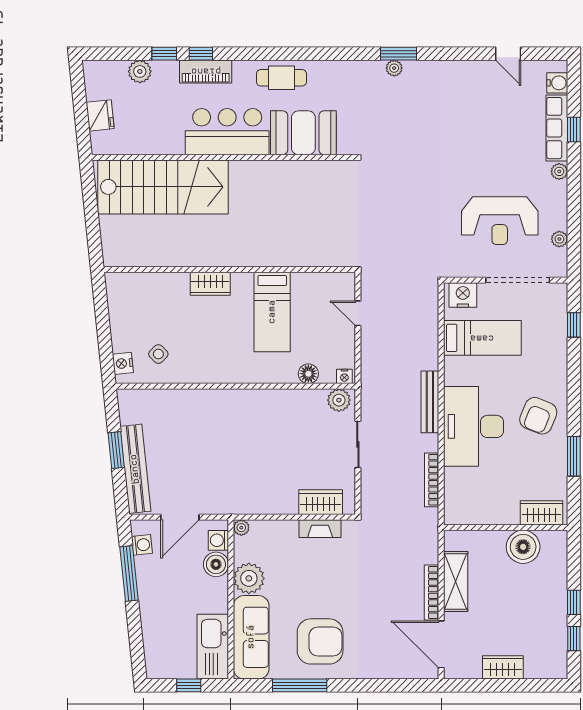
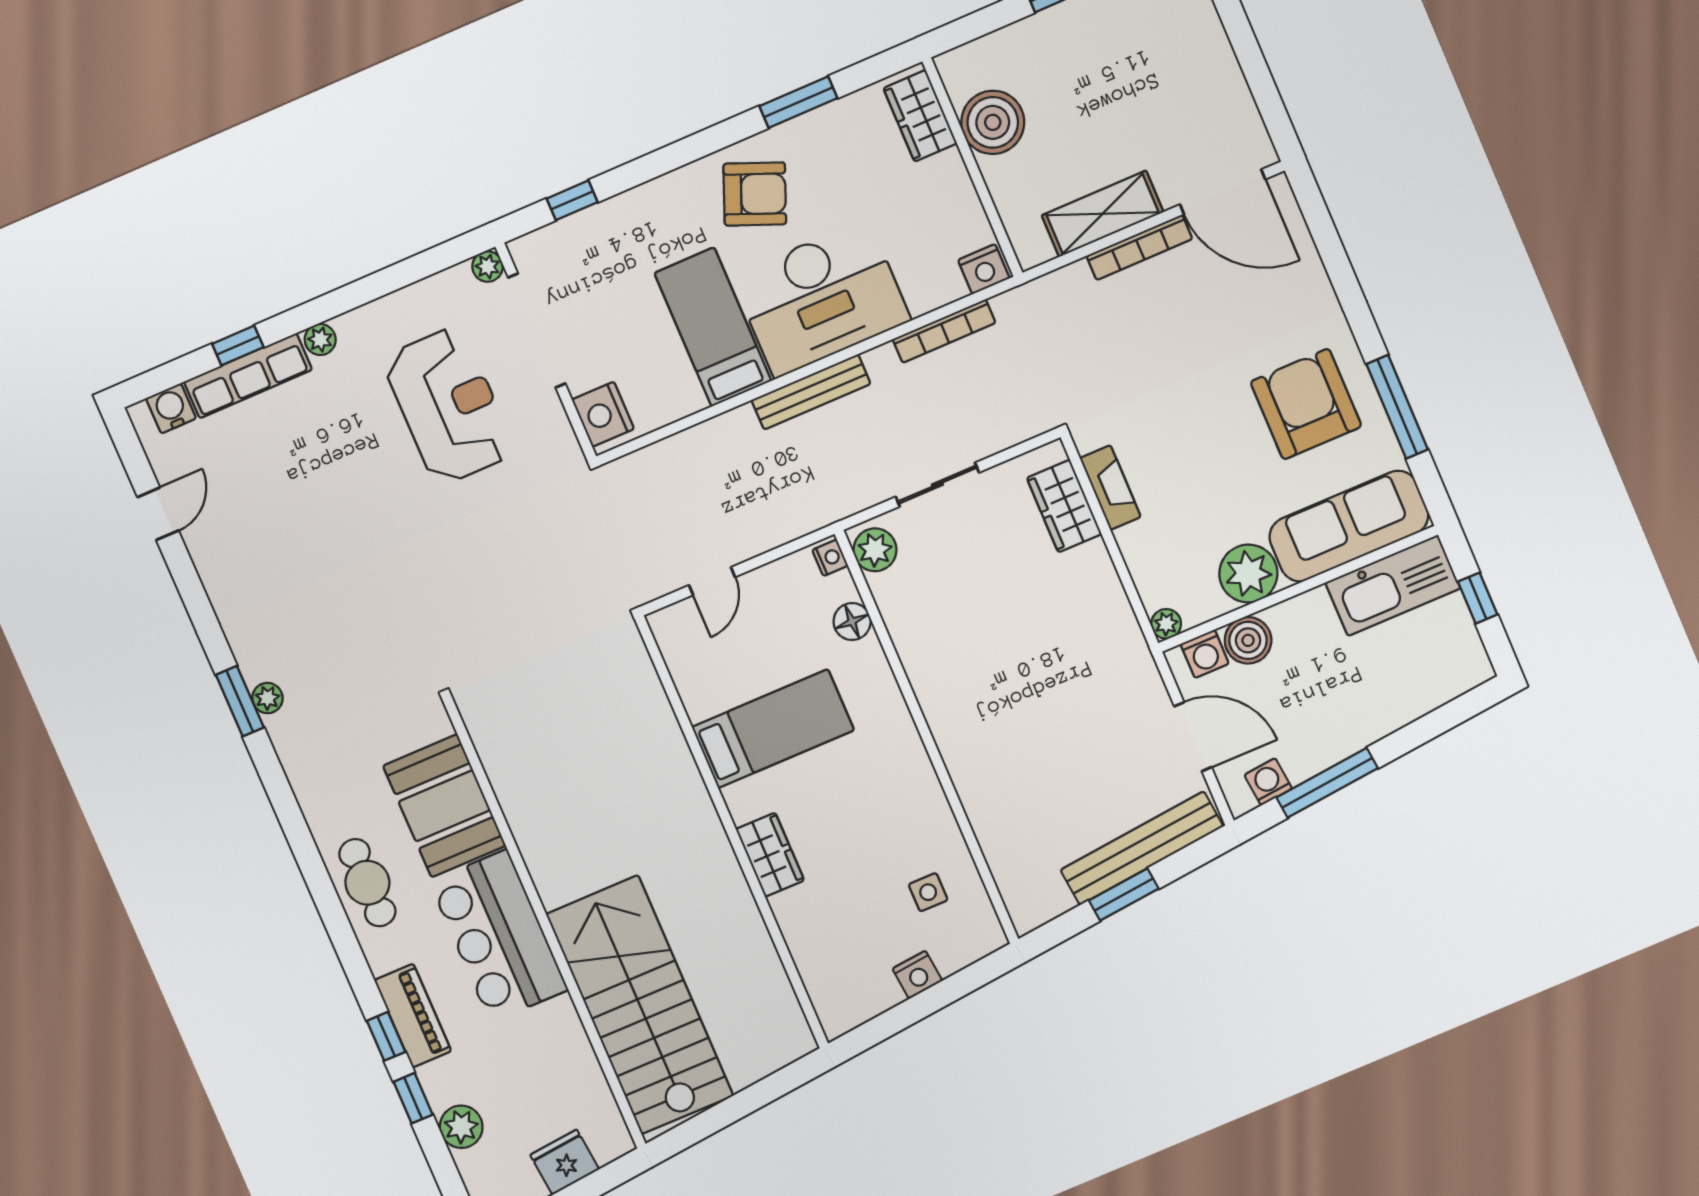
plant: (559, 239) -> (488, 267), moved
bed: (482, 338) -> (713, 327), moved
side table: (158, 354) -> (928, 892), turned 45
nightstand: (123, 363) -> (917, 975), moved
nightstand: (454, 512) -> (984, 269), added
door: (441, 644) -> (1223, 192), hinge flipped
wardrobe: (503, 667) -> (1217, 67), removed

